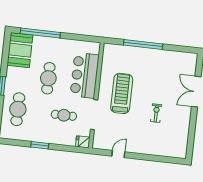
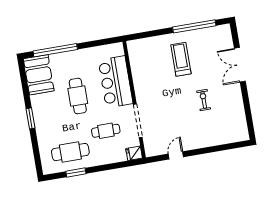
window: (143, 45) -> (194, 26), moved
treadmill: (122, 93) -> (181, 59), moved, width x0.73, depth x0.73
cafe table: (18, 109) -> (70, 152), moved, turned 90
window: (40, 145) -> (76, 172), moved

